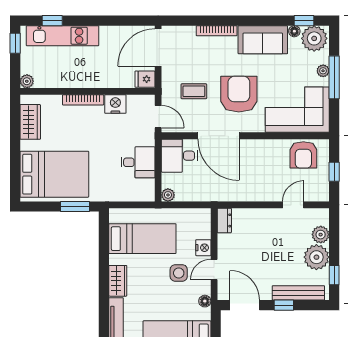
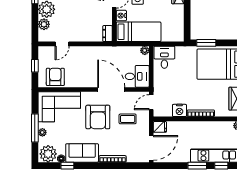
window: (89, 21) -> (197, 166), added
window: (304, 21) -> (67, 166), moved
door: (158, 117) -> (151, 102), hinge flipped
desk: (138, 162) -> (164, 57), moved, turned 90
bed: (142, 239) -> (139, 32), moved, turned 180

